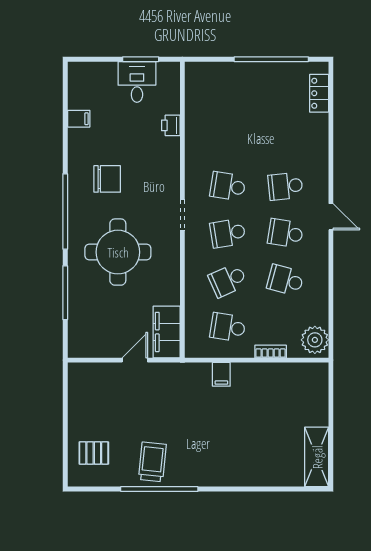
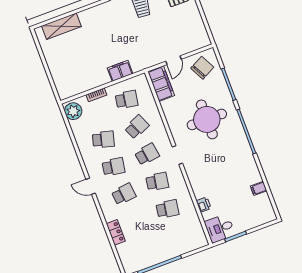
desk: (137, 82) -> (220, 228), moved, turned 90
locker: (319, 93) -> (116, 232), moved
school desk: (228, 139) -> (167, 209), added
chair: (107, 179) -> (202, 68), moved, turned 152
filing cabinet: (221, 374) -> (120, 71), width x2.00
shelving: (317, 457) -> (61, 26), moved, turned 90

